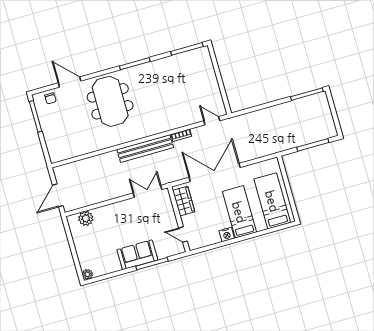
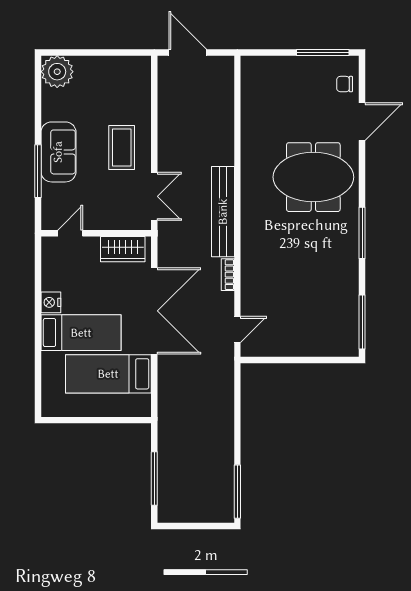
bed: (272, 201) -> (108, 374), moved, turned 180
plant: (86, 218) -> (139, 87), removed
coffee table: (124, 218) -> (122, 147), added
plant: (87, 274) -> (57, 72), width x1.88, depth x1.88

